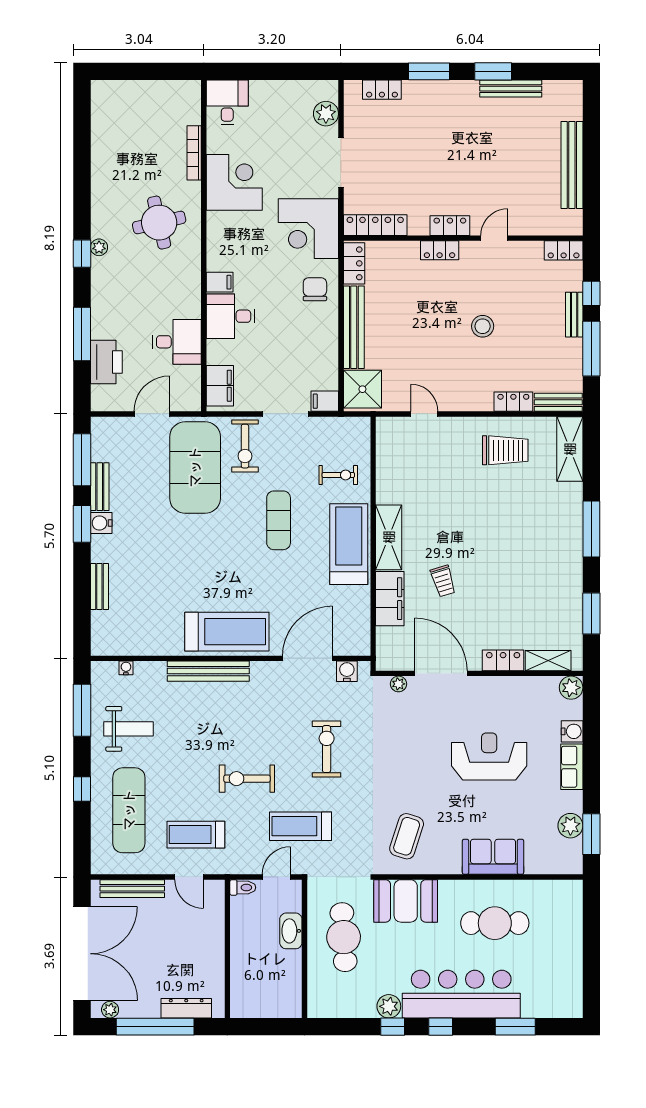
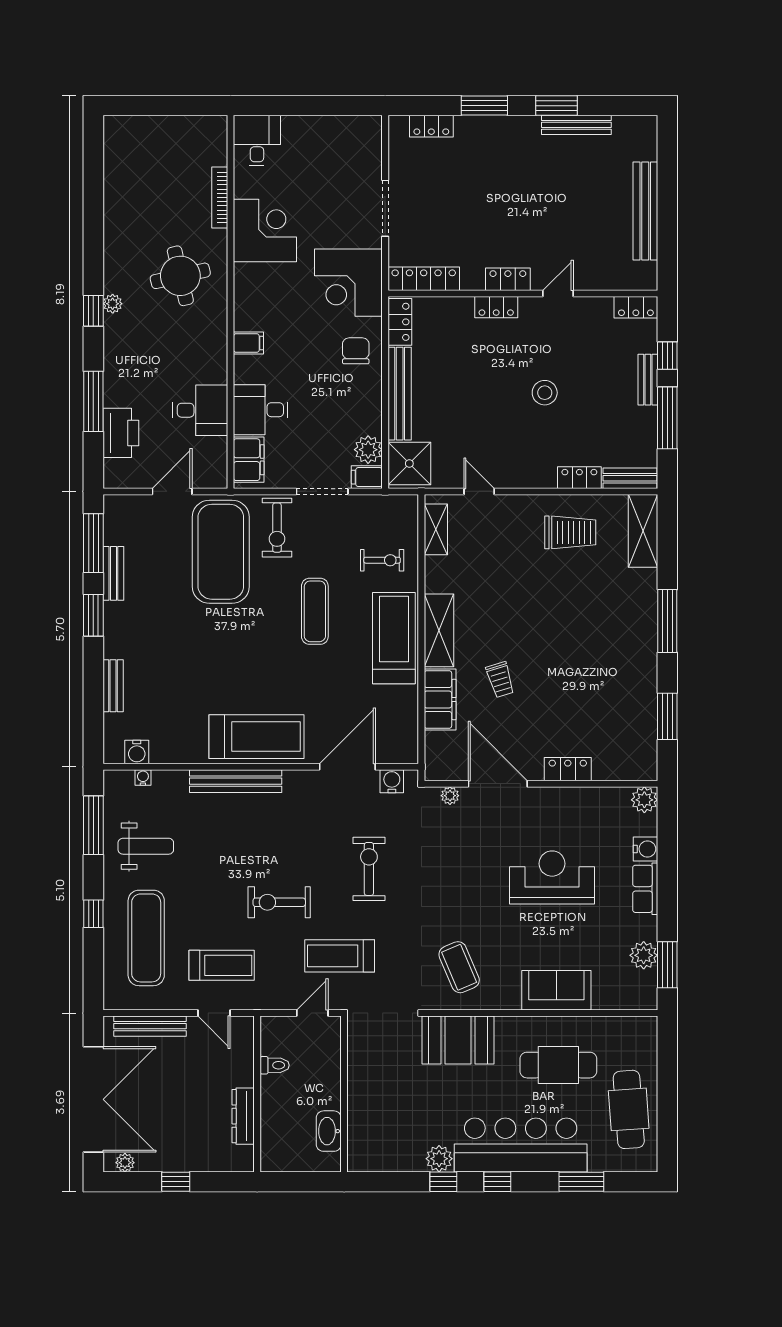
plant: (326, 114) -> (368, 450), moved
desk: (230, 316) -> (261, 410), moved
water cooler: (101, 523) -> (137, 752), moved, turned -90
shelving: (548, 661) -> (436, 529), moved, turned 90
treadmill: (196, 835) -> (222, 965), turned 180
coffee table: (407, 836) -> (459, 967), turned -41
toilet: (243, 887) -> (275, 1065), moved
washbasin: (291, 931) -> (329, 1131), moved
cafe table: (344, 937) -> (629, 1109), moved
dresser: (186, 1008) -> (243, 1116), moved, turned -90
window: (155, 1027) -> (176, 1182), width x0.32

